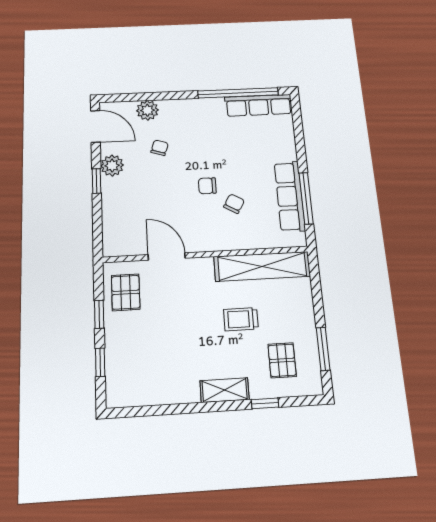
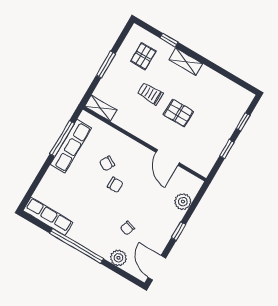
window: (238, 93) -> (77, 246), moved
plant: (112, 166) -> (183, 202), moved
shelving: (262, 266) -> (101, 108), width x0.45, depth x0.75
pallet: (126, 292) -> (178, 113), moved, turned 90
trolley: (241, 319) -> (150, 94), turned 180
window: (323, 349) -> (106, 64), moved

